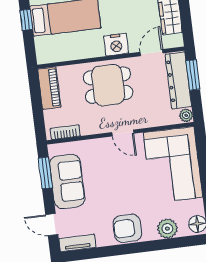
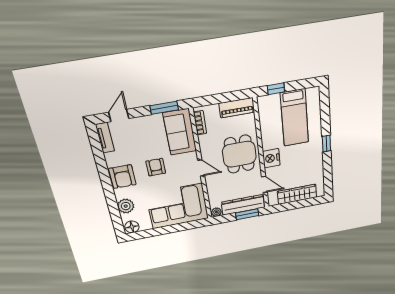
window: (26, 20) -> (276, 89), moved
door: (123, 133) -> (201, 168), swing flipped
sofa: (67, 181) -> (180, 132), moved, turned 90
armchair: (118, 188) -> (156, 167), added
armchair: (127, 228) -> (122, 177), turned 180

